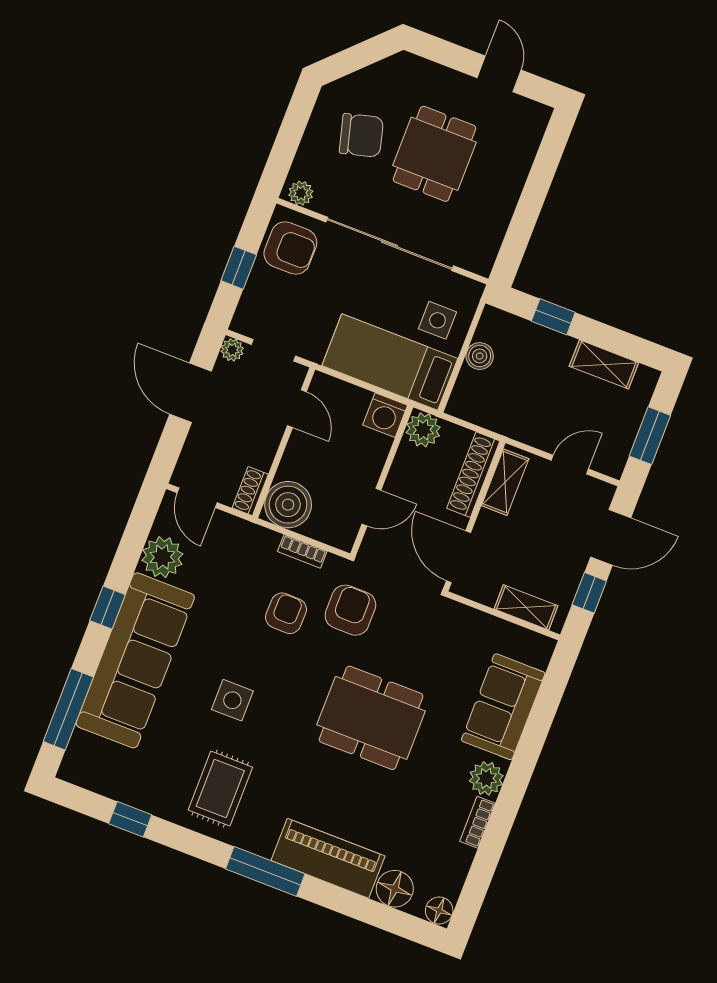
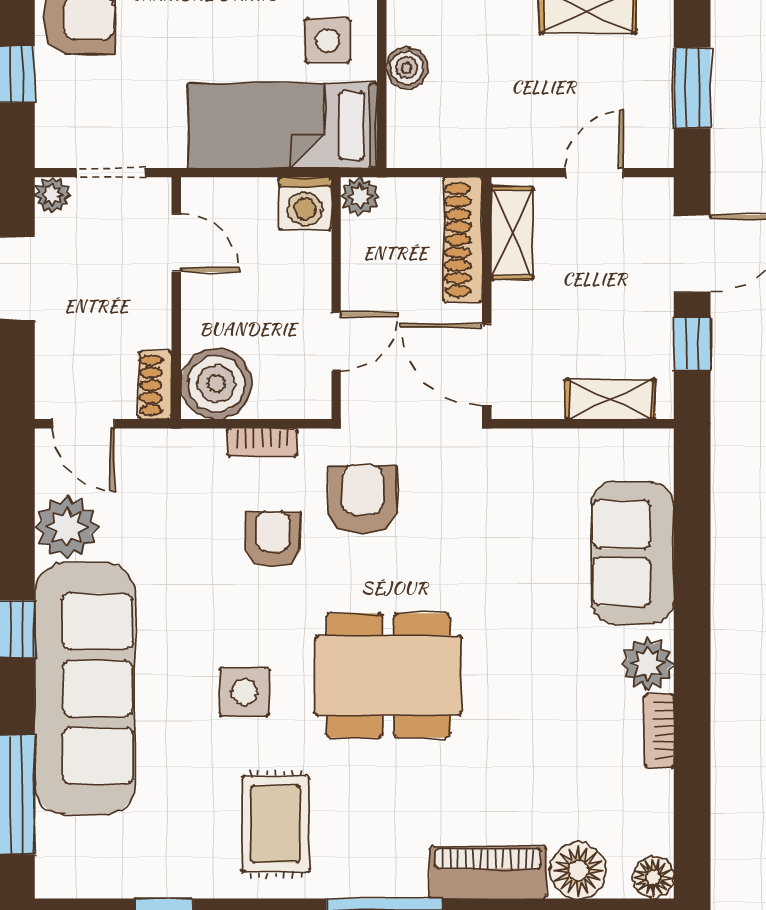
plant: (423, 430) -> (360, 196), width x0.73, depth x0.73
dining table: (371, 718) -> (388, 675), moved
piano: (328, 858) -> (488, 873), width x0.73, depth x0.75

